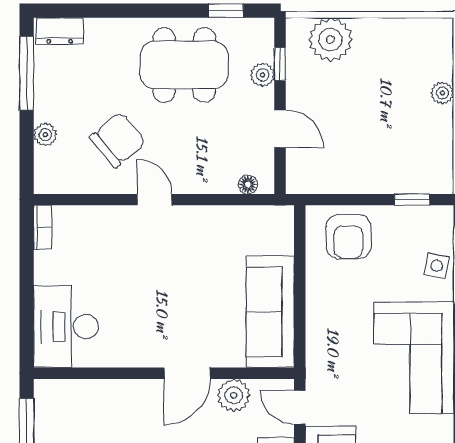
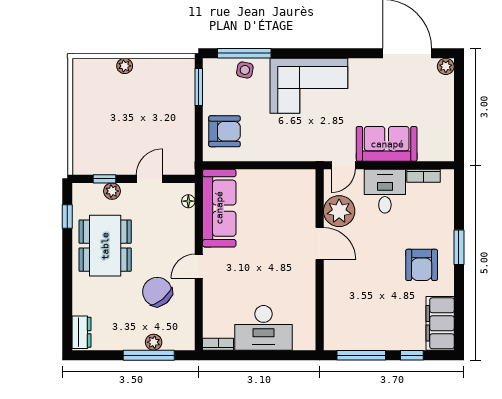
plant: (330, 40) -> (87, 144), removed
window: (27, 73) -> (149, 355), moved
window: (412, 200) -> (199, 87), width x1.50
sofa: (270, 312) -> (219, 208), moved, turned -90
desk: (66, 327) -> (263, 328), moved
plant: (234, 395) -> (339, 211), width x1.36, depth x1.36

